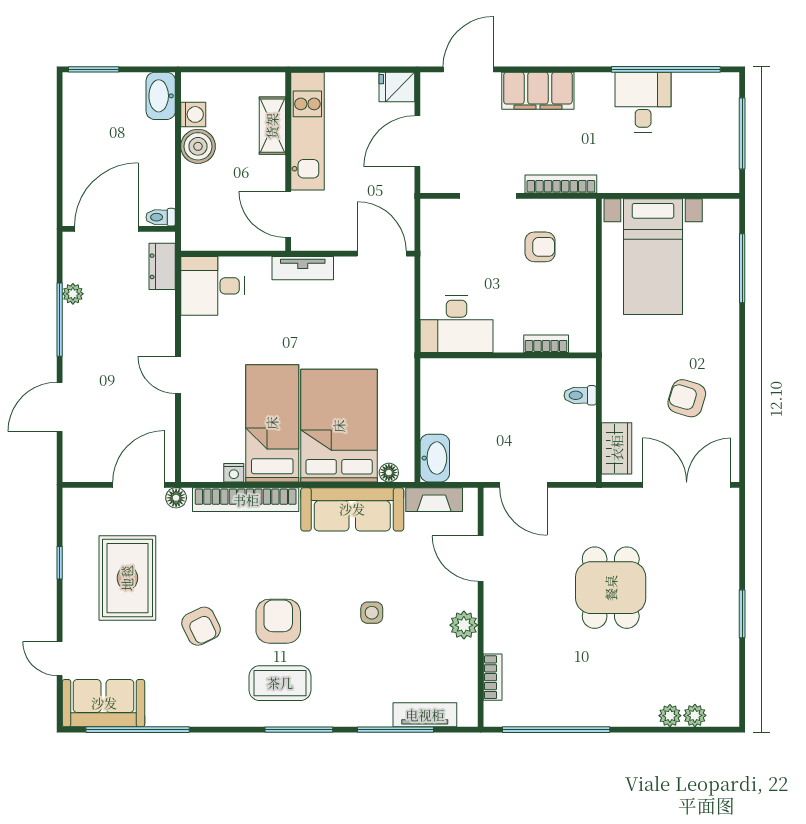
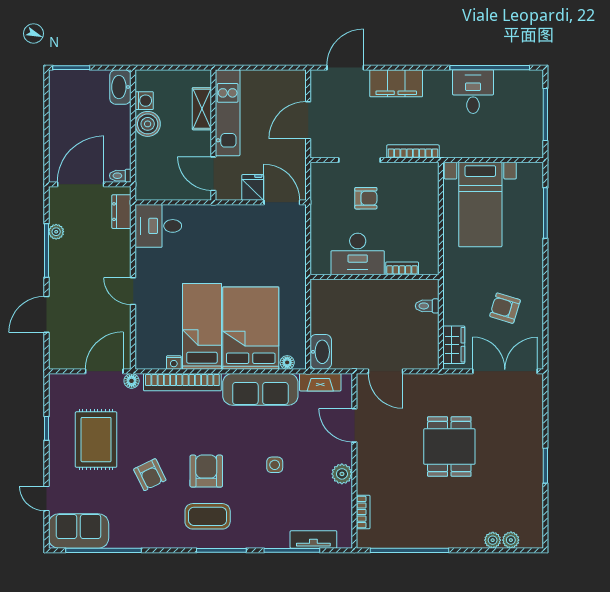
fridge: (397, 87) -> (253, 187), moved, turned 90
armchair: (540, 247) -> (366, 198), moved
tv unit: (303, 268) -> (224, 213), removed
desk: (456, 324) -> (358, 254), moved

